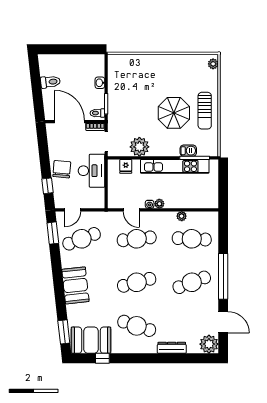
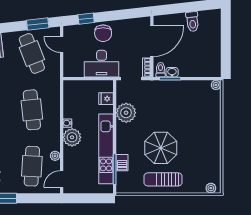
plant: (112, 59) -> (216, 85), added
washbasin: (100, 83) -> (172, 72), moved
chair: (62, 169) -> (103, 33), turned 85
plant: (159, 204) -> (72, 137), width x1.88, depth x1.88
door: (131, 210) -> (62, 179), moved

